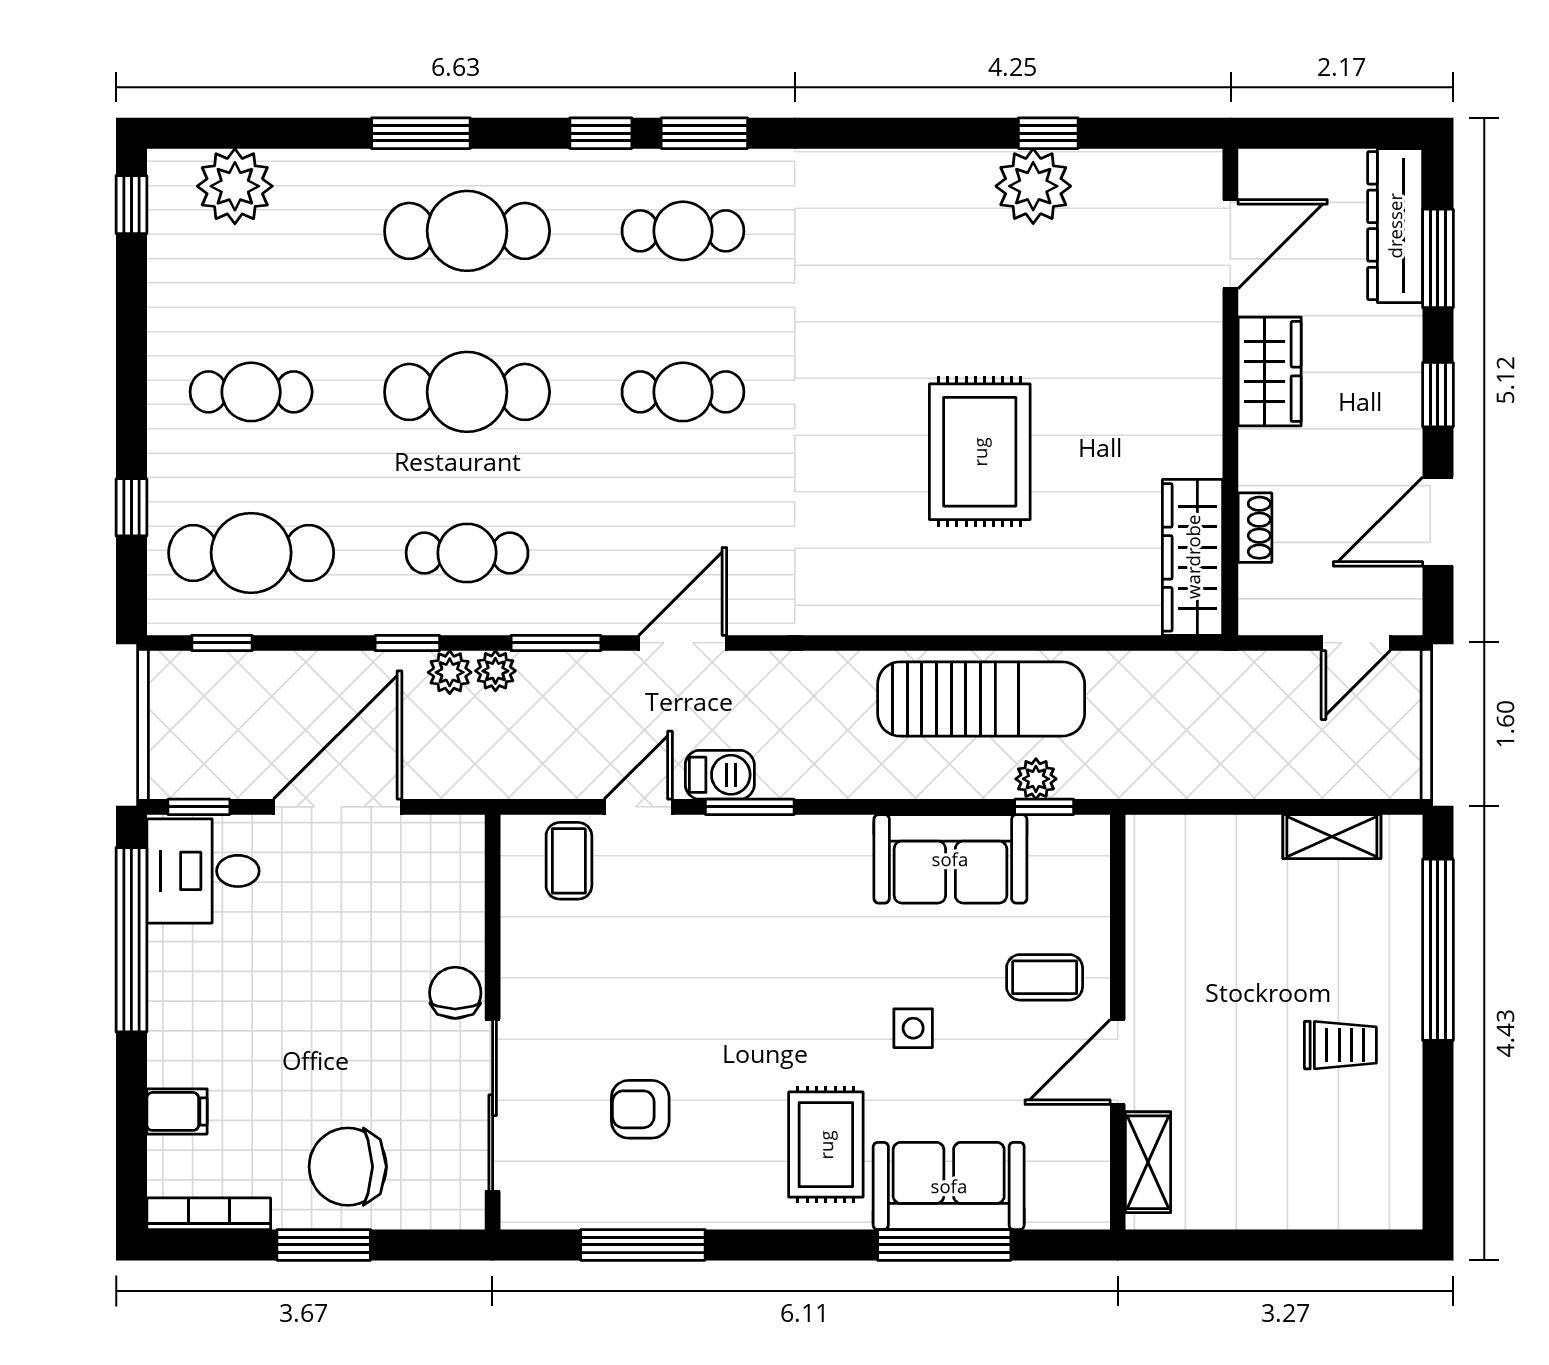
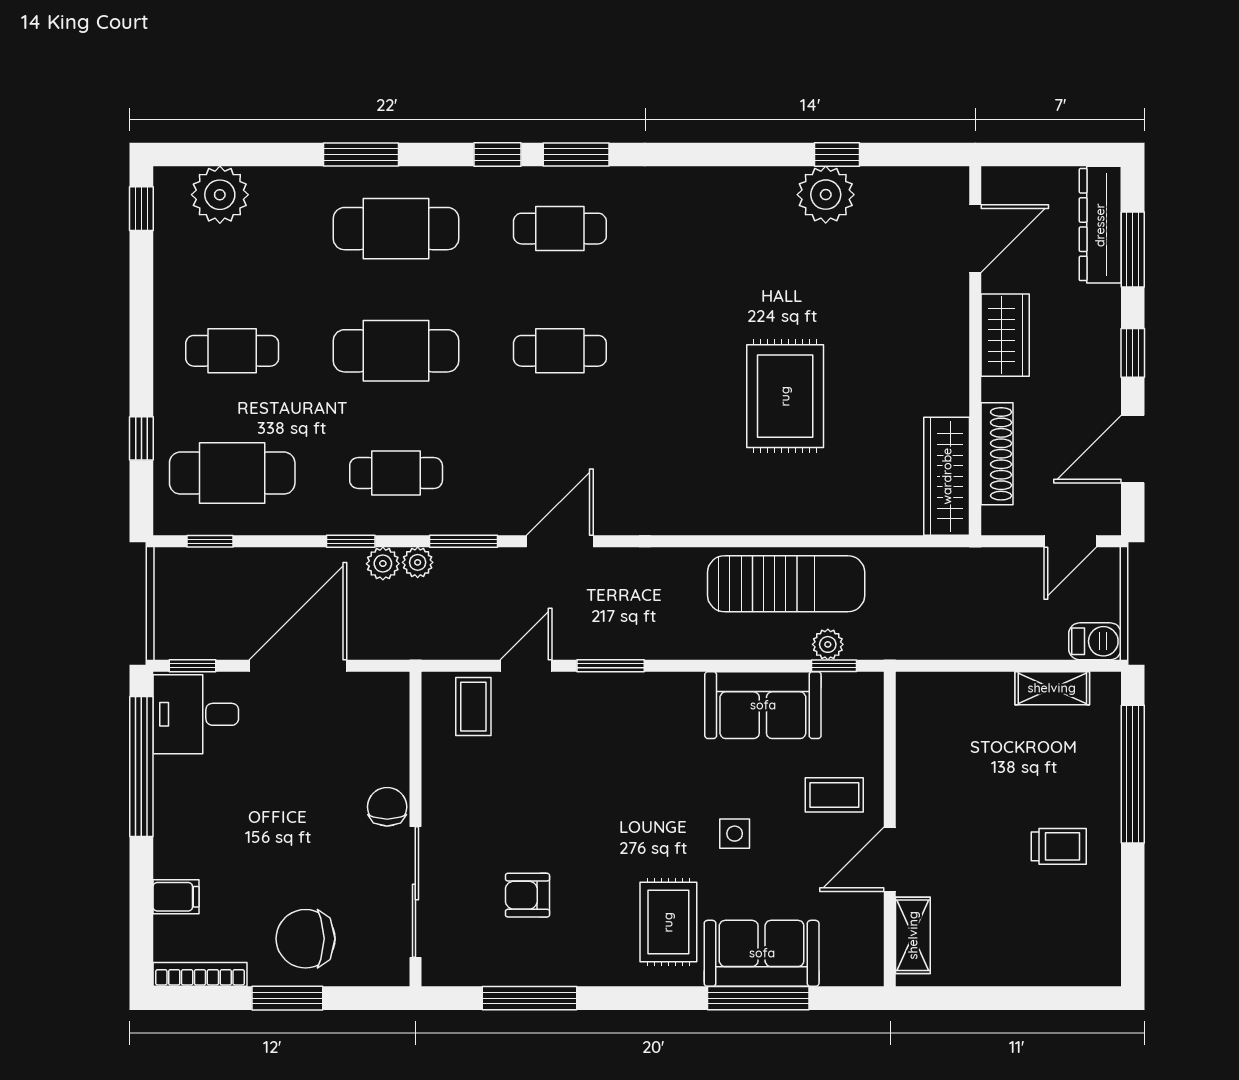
shoe rack: (1255, 528) -> (997, 454), width x1.94, depth x1.24
barbecue: (720, 775) -> (1095, 641), moved

